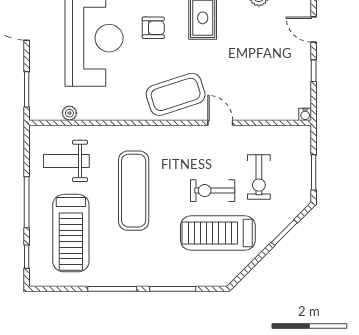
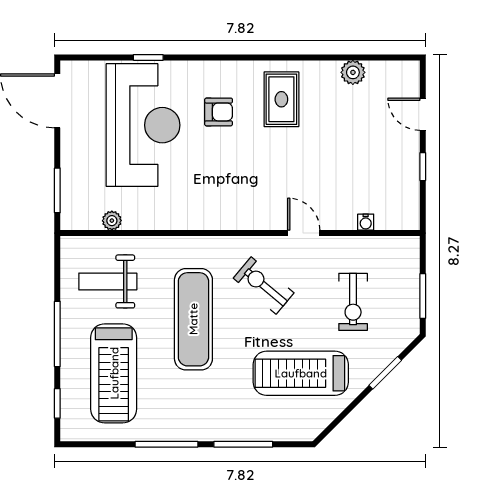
coffee table: (176, 94) -> (247, 197), removed
water cooler: (305, 114) -> (366, 222), moved
exercise bike: (213, 191) -> (264, 286), moved, turned 40

